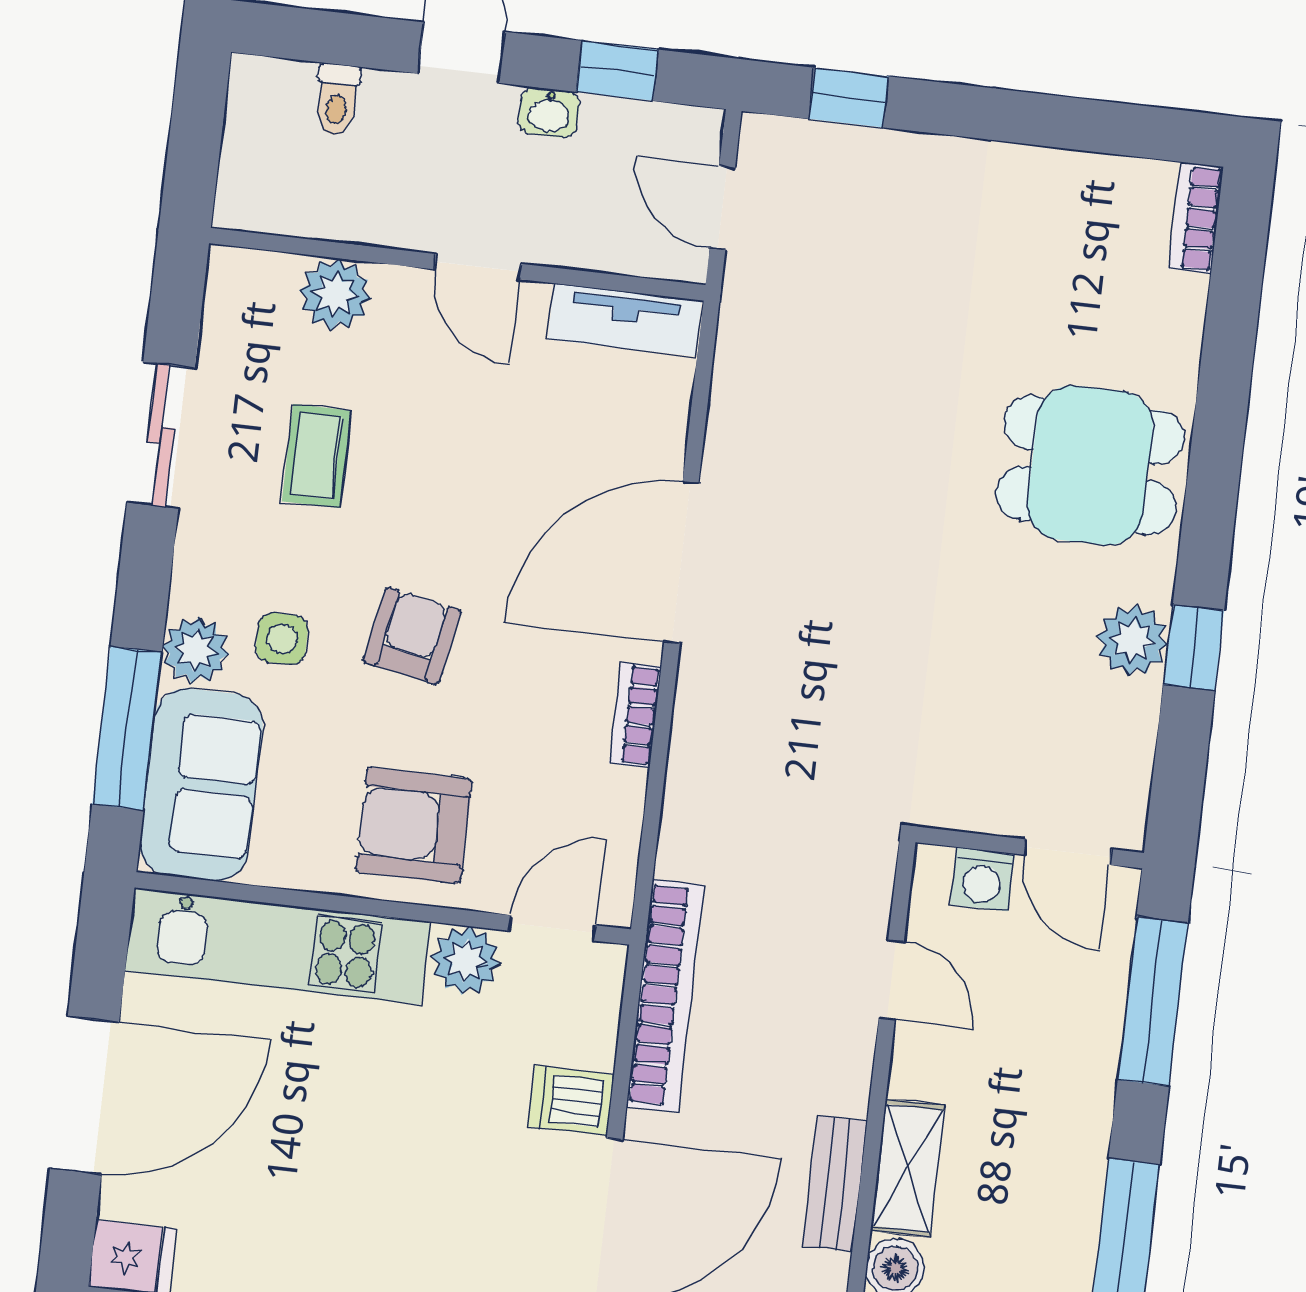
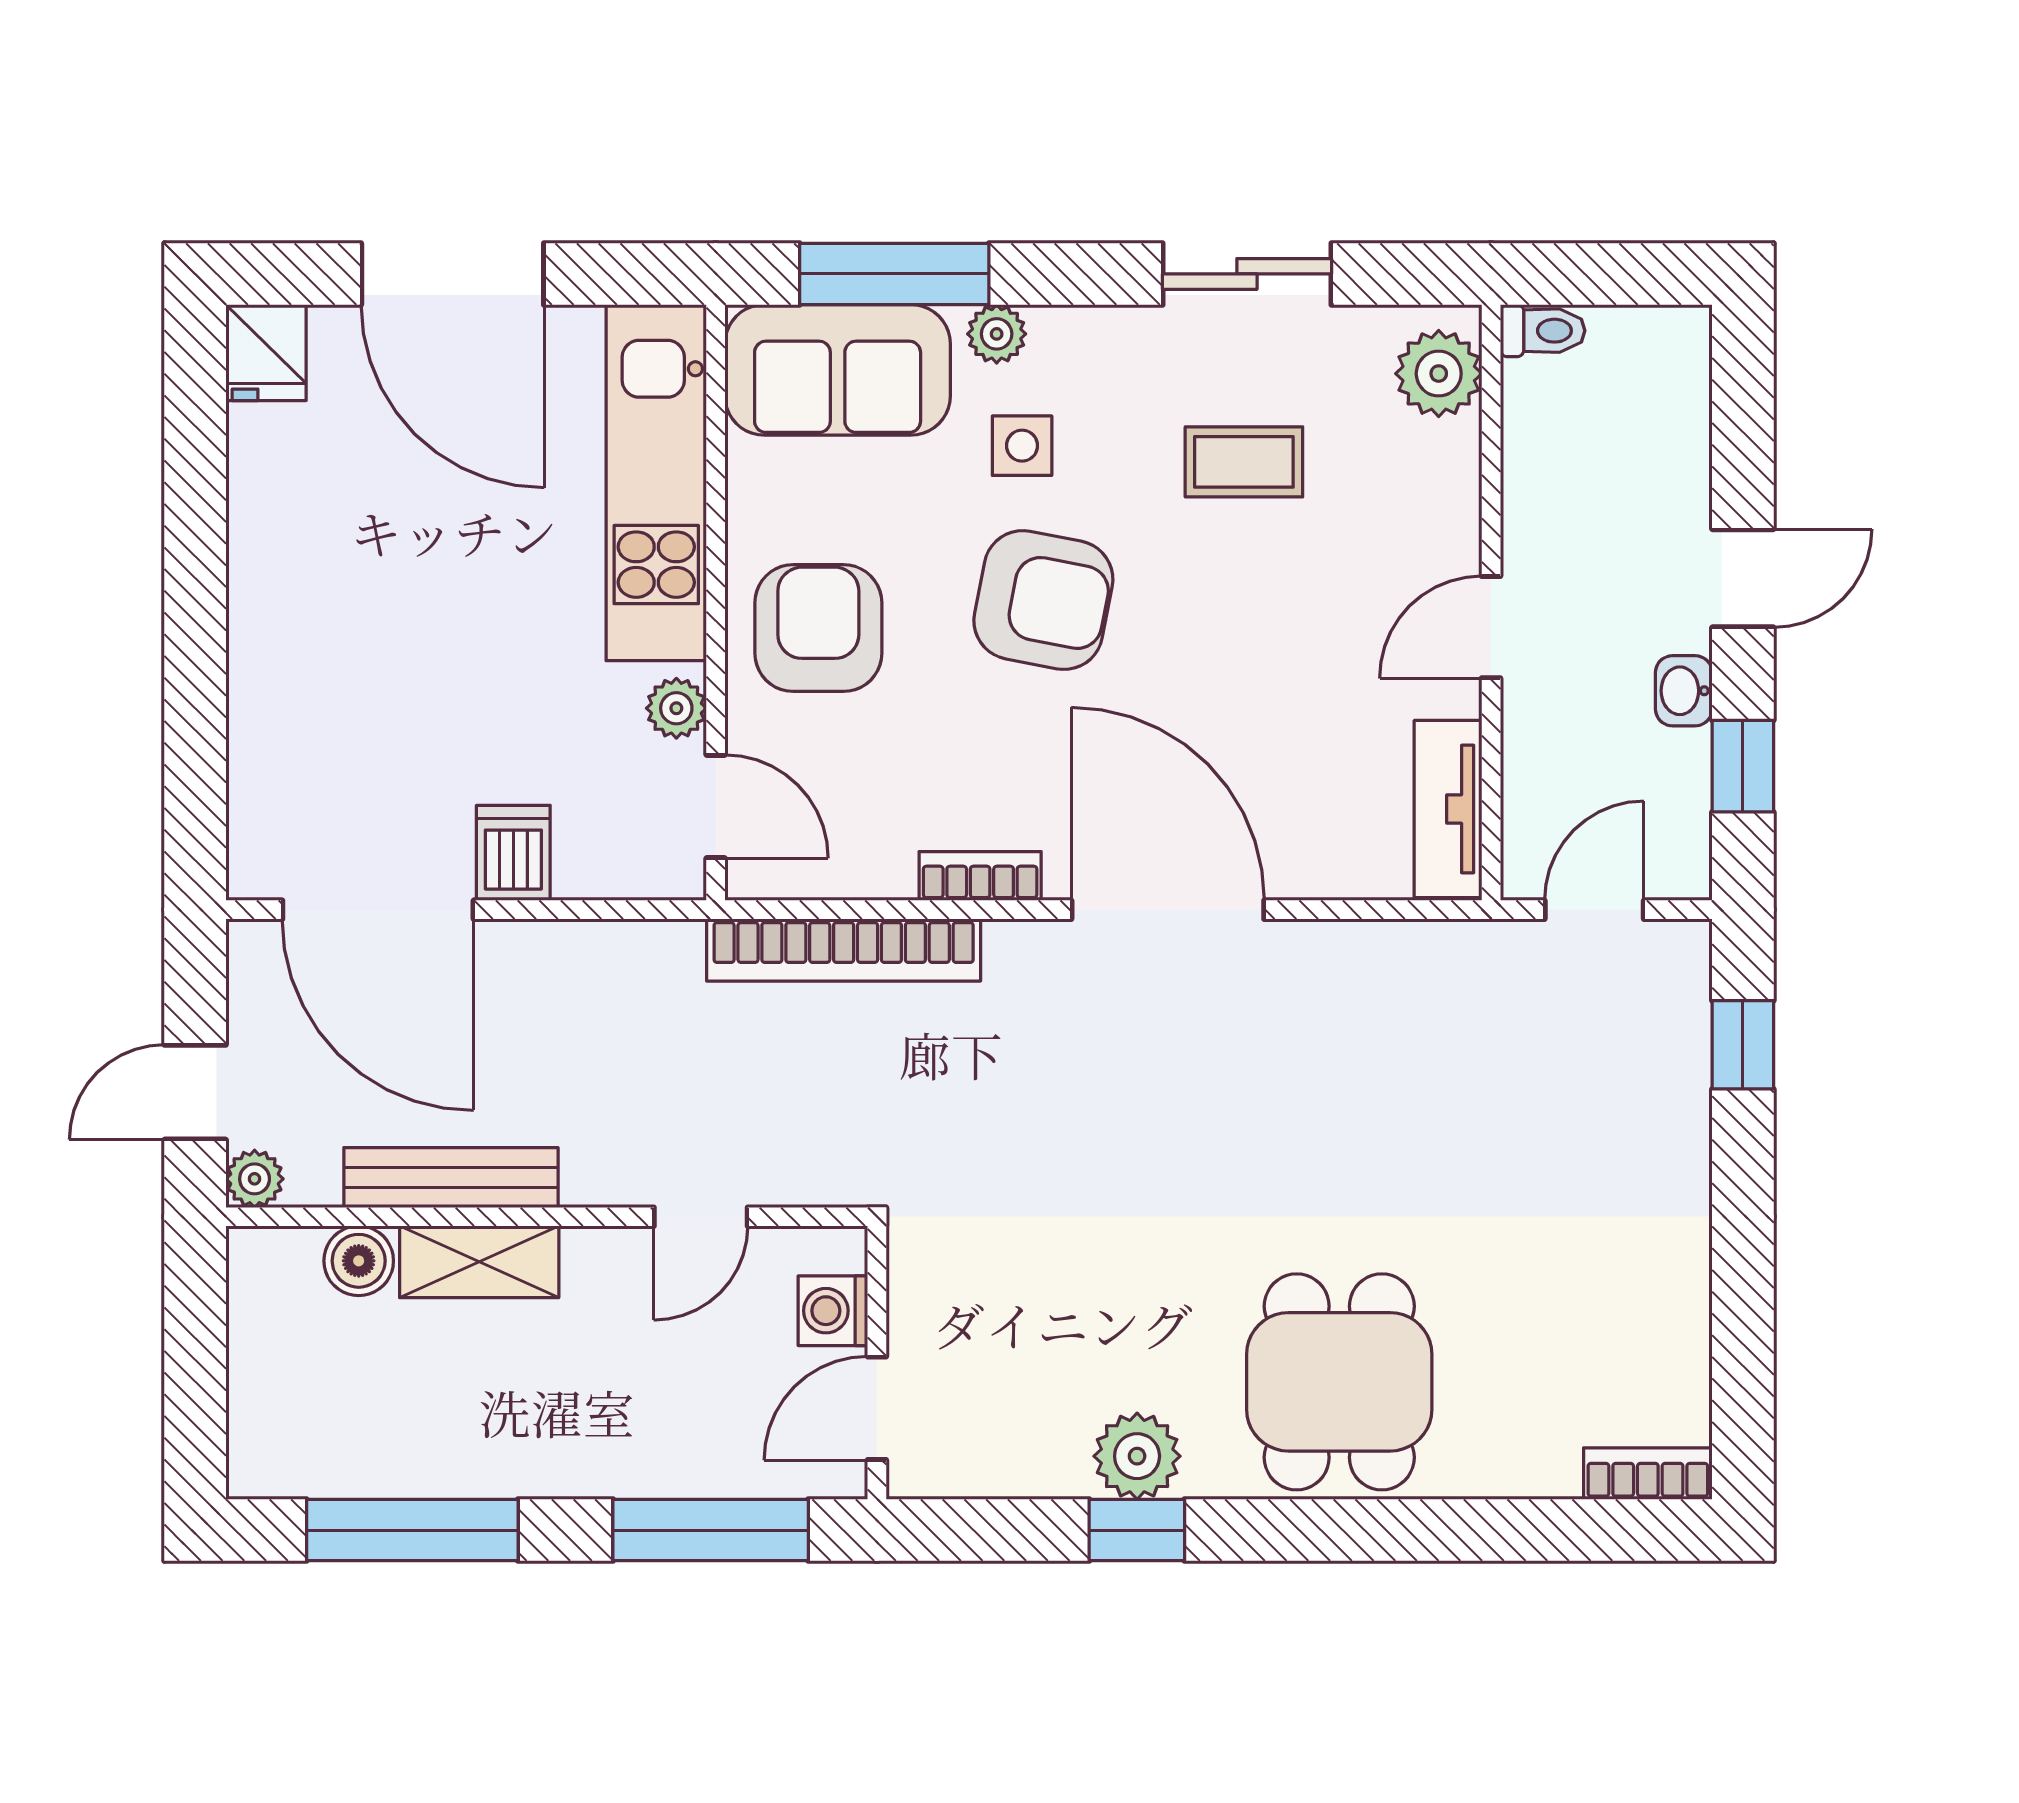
toilet: (337, 100) -> (1543, 331), moved, turned 180
plant: (335, 294) -> (1439, 374), moved
armchair: (412, 636) -> (1043, 600), width x1.38, depth x1.38
plant: (196, 650) -> (997, 334), width x0.73, depth x0.73
plant: (466, 961) -> (676, 708), width x0.73, depth x0.73
bookcase: (665, 996) -> (844, 950), moved
bench: (835, 1184) -> (451, 1178), width x1.36

